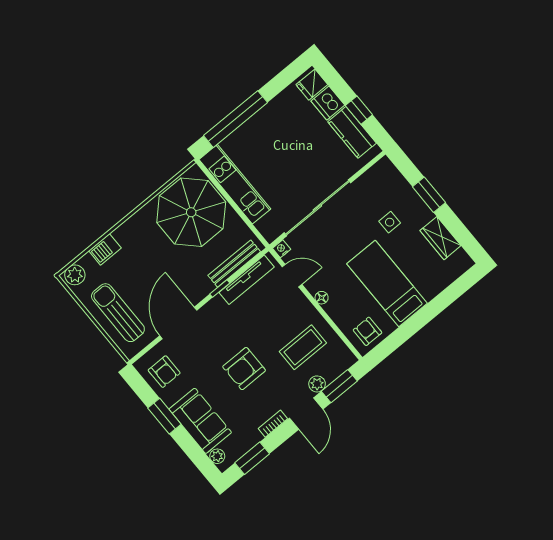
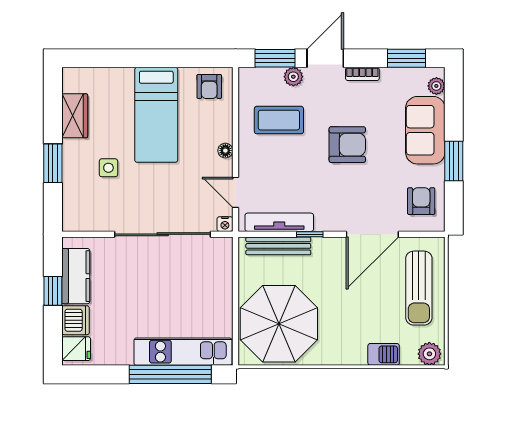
kitchen unit: (235, 184) -> (183, 352), moved, turned 90

